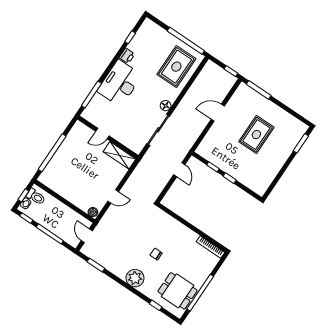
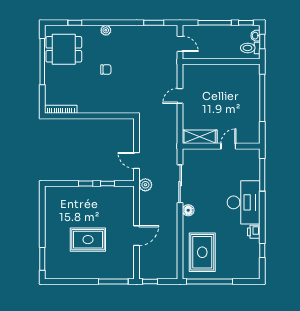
rug: (256, 135) -> (88, 240), turned 90
plant: (185, 147) -> (145, 185), added
boiler: (93, 212) -> (189, 69), removed
plant: (135, 278) -> (106, 30), width x0.53, depth x0.53

